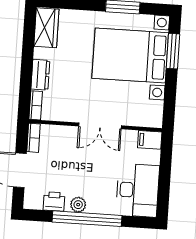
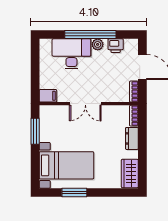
window: (173, 51) -> (35, 131), moved
bed with nightstands: (130, 56) -> (66, 165), width x0.73
double door: (100, 126) -> (85, 104), swing flipped
desk: (138, 190) -> (71, 54), moved, turned 90

